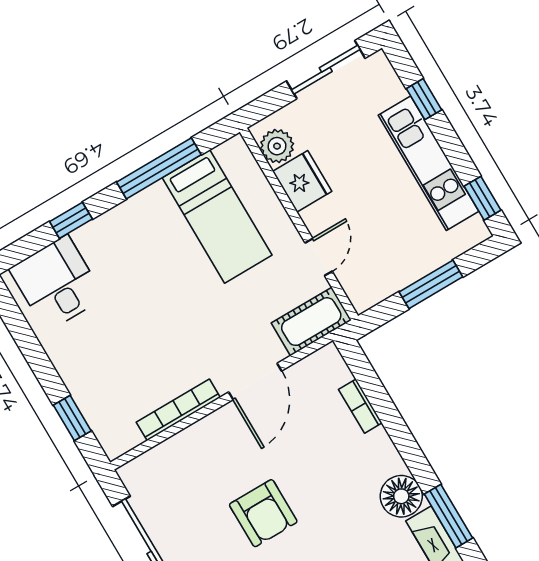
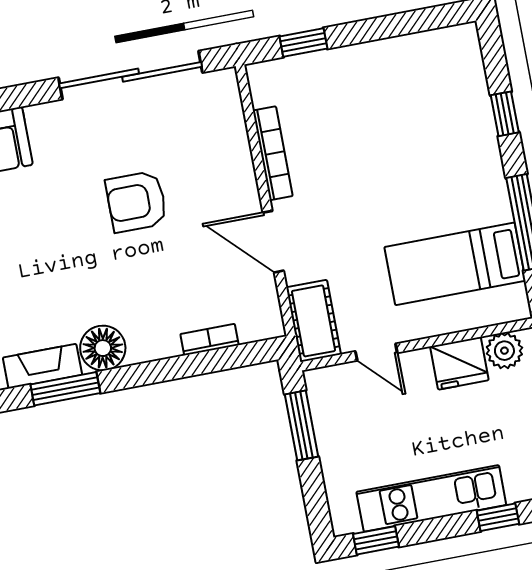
desk: (57, 283) -> (446, 76), removed
window: (431, 284) -> (301, 425), moved

